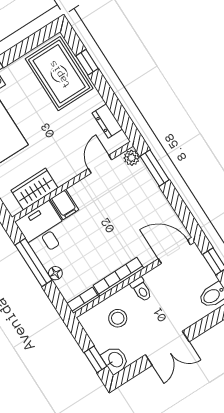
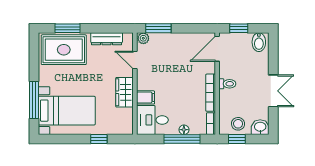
window: (87, 62) -> (68, 28), width x1.50
dresser: (107, 121) -> (107, 39), width x1.44
wardrobe: (34, 189) -> (124, 92), moved
window: (33, 262) -> (182, 139), moved
stool: (118, 318) -> (238, 124), moved
window: (95, 359) -> (237, 139), moved

